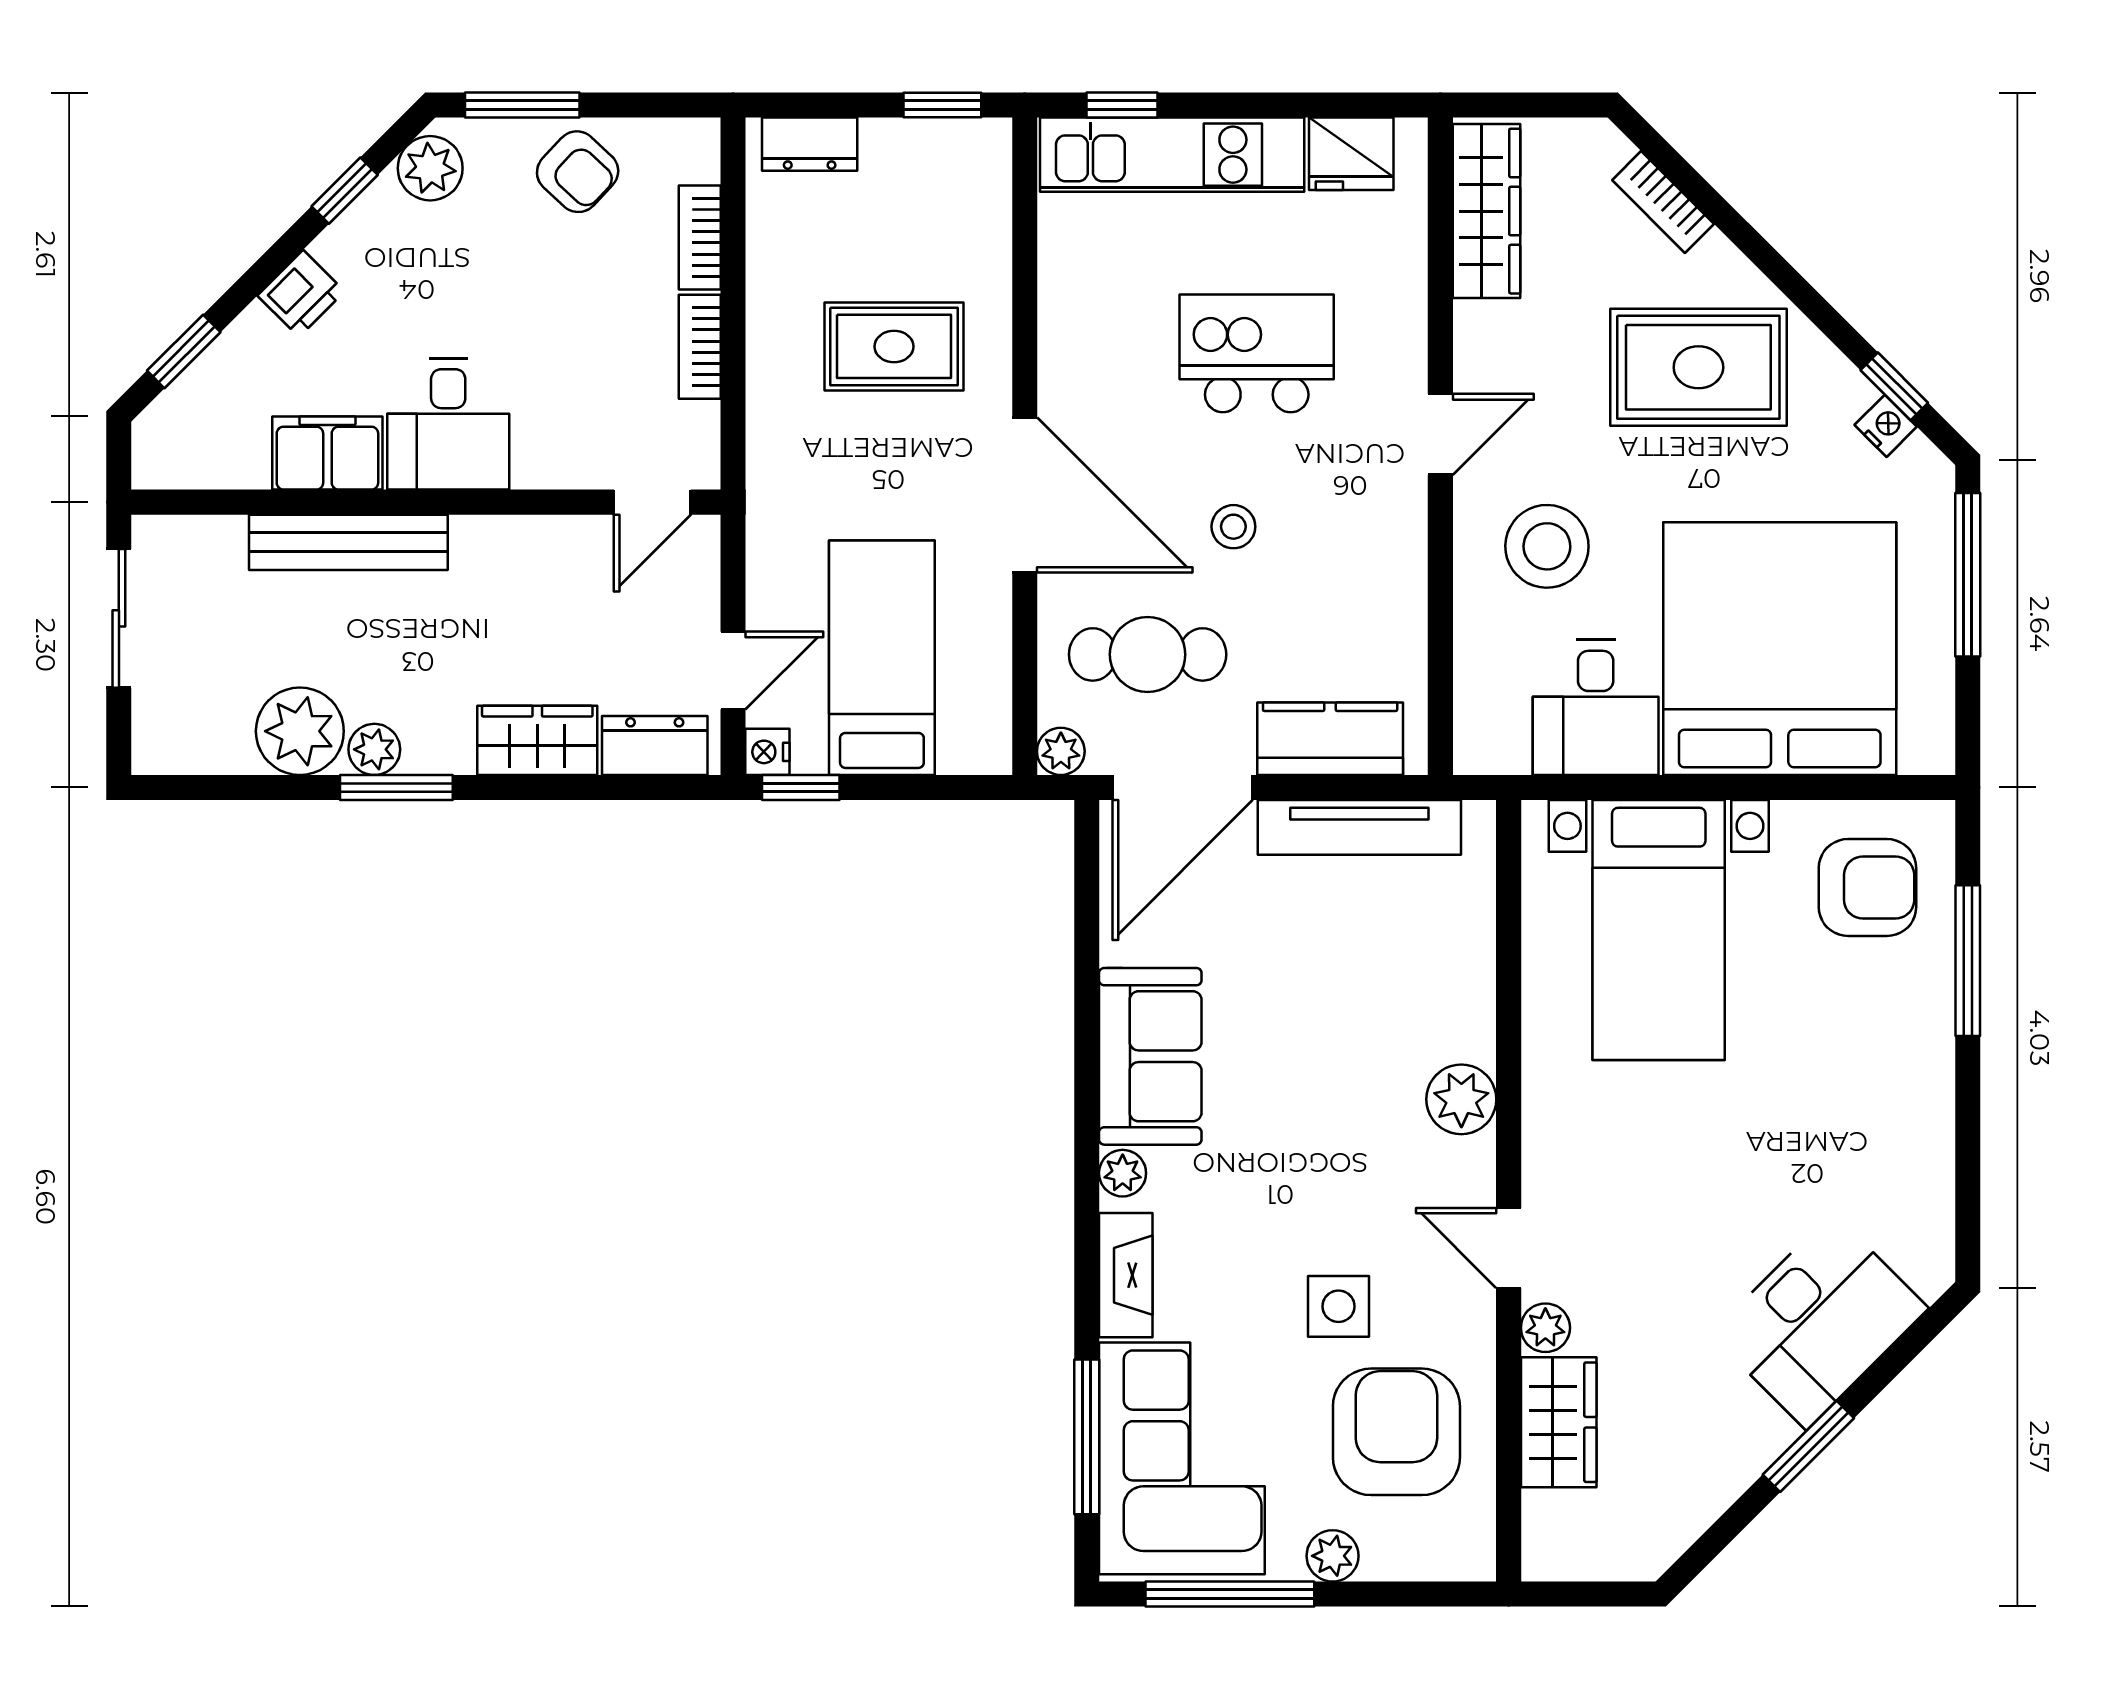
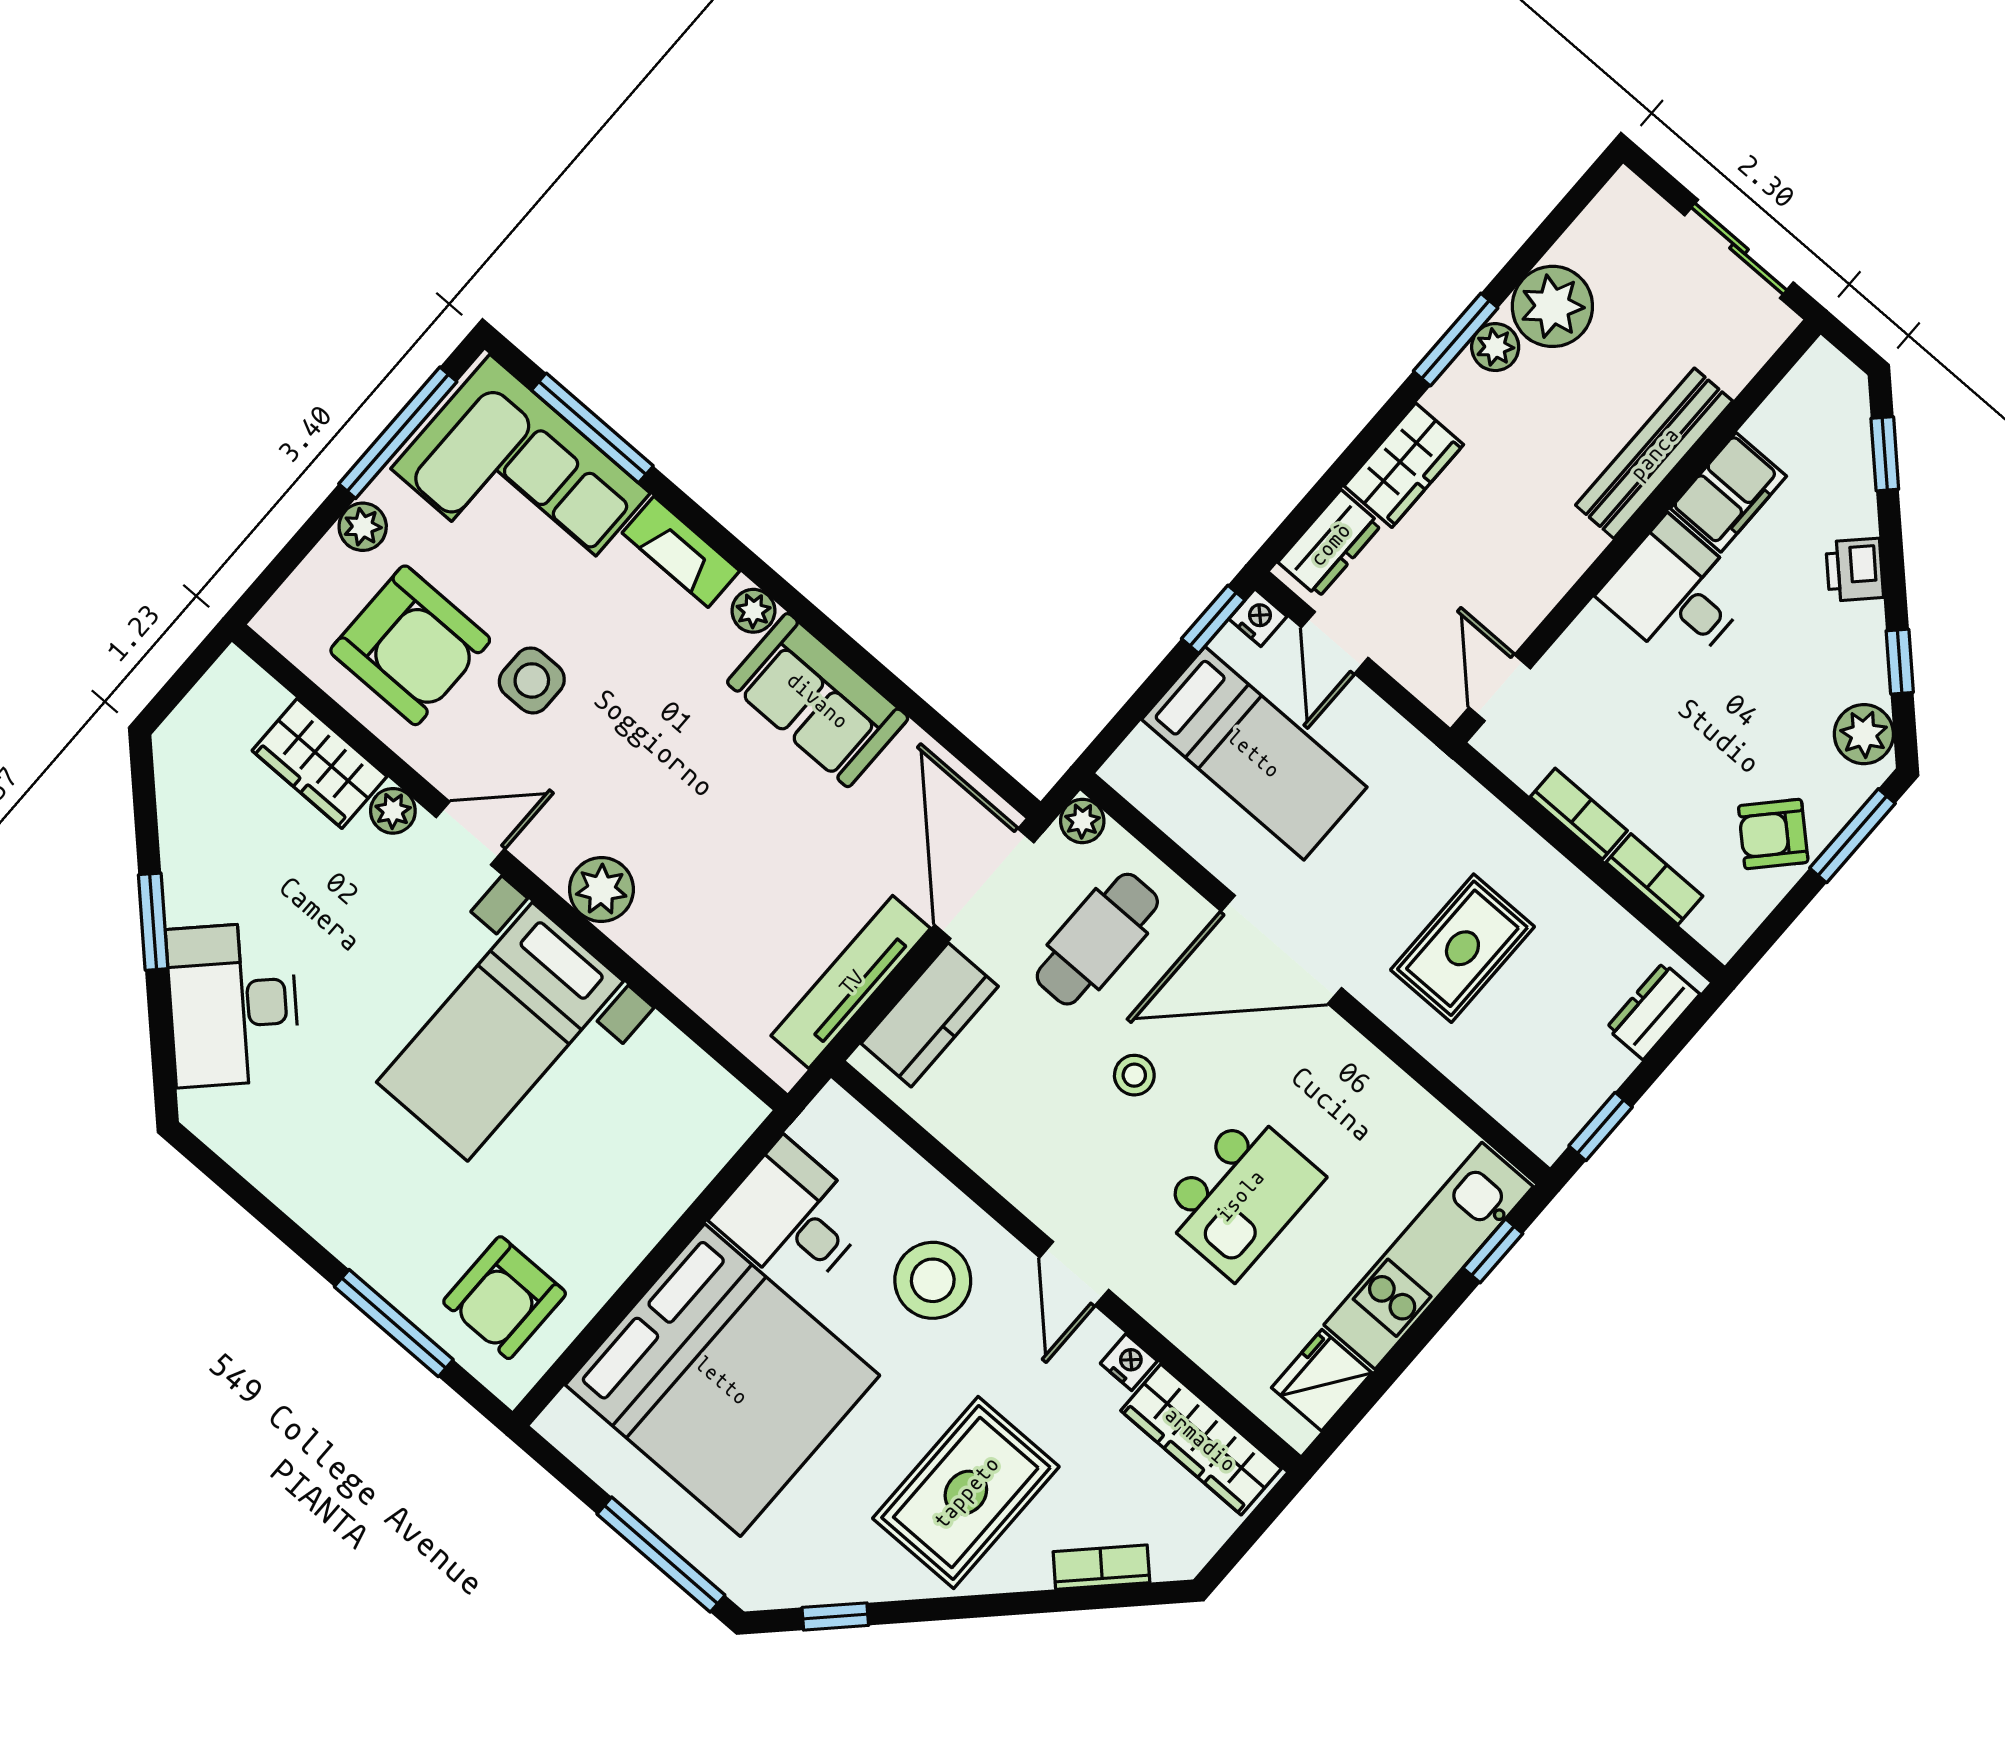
nightstand: (1886, 426) -> (1129, 1362), moved, turned -135
bed with nightstands: (1659, 930) -> (500, 1032), moved, turned -90

